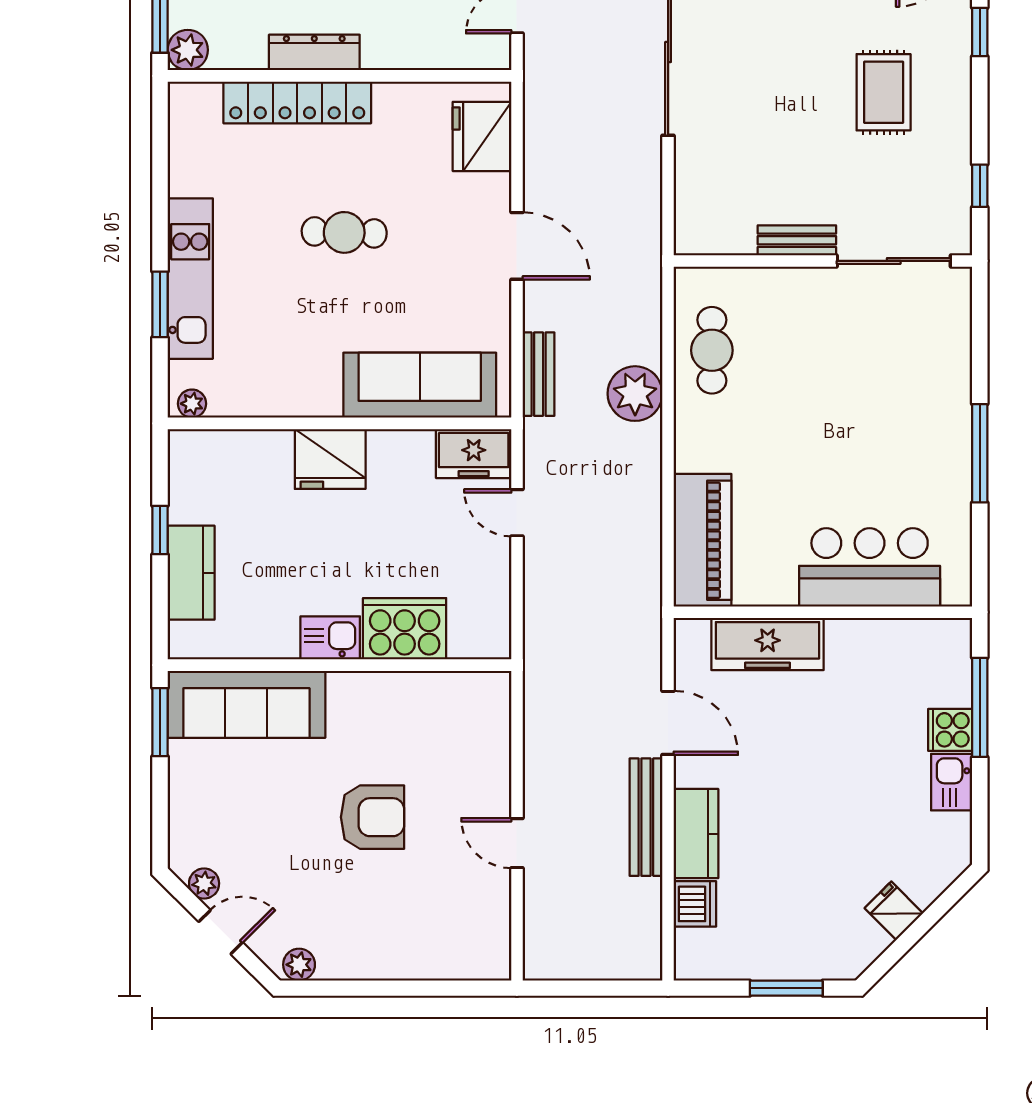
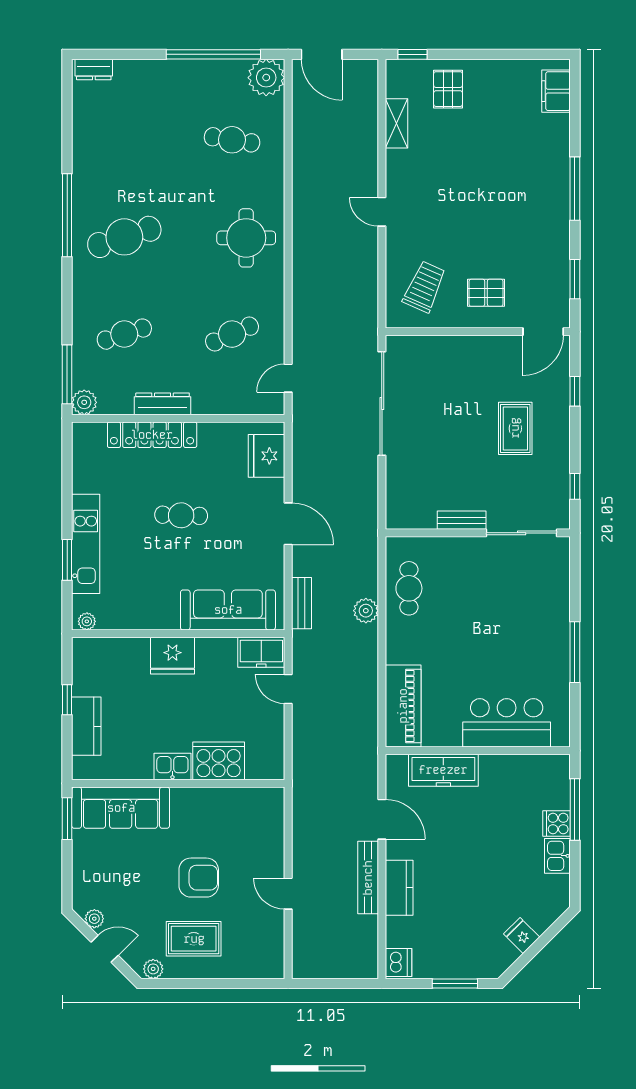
plant: (635, 394) -> (366, 611), width x0.73, depth x0.73
dishwasher: (695, 904) -> (398, 962), moved
rug: (364, 916) -> (194, 939), added

